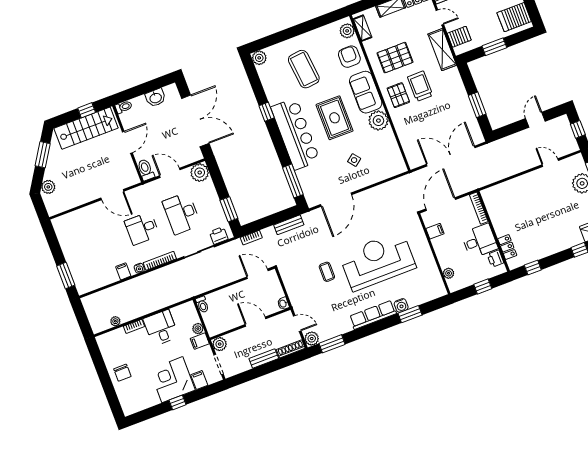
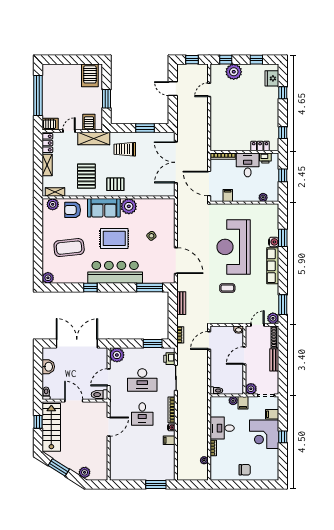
trolley: (420, 86) -> (125, 149), moved

